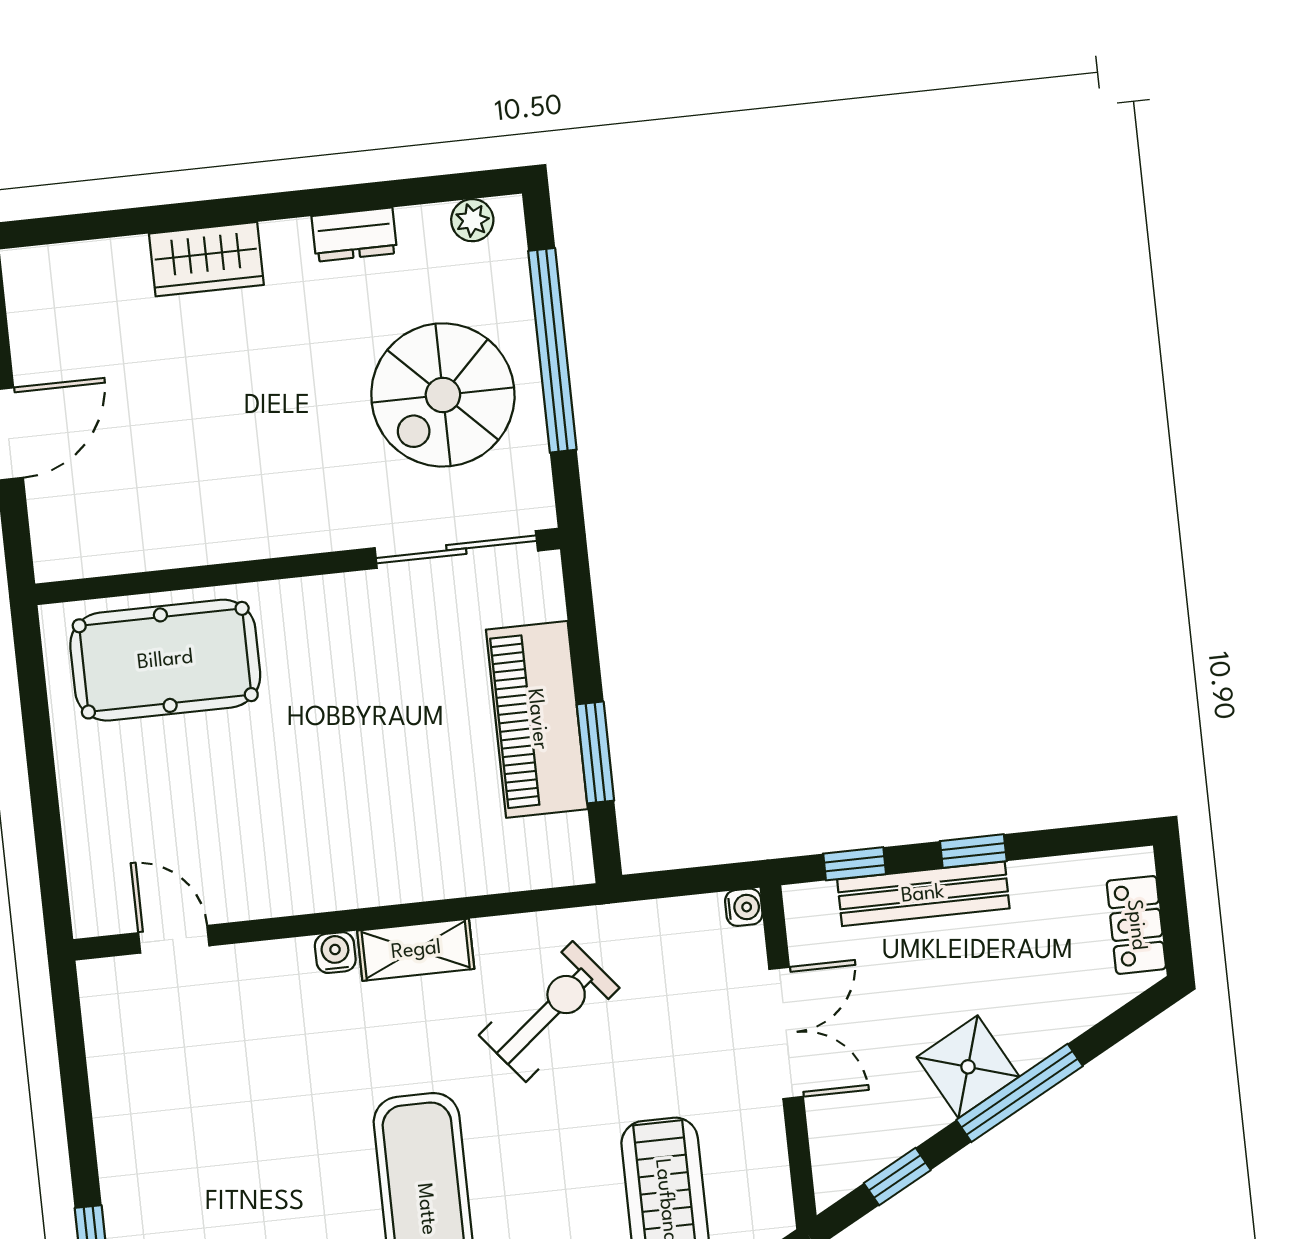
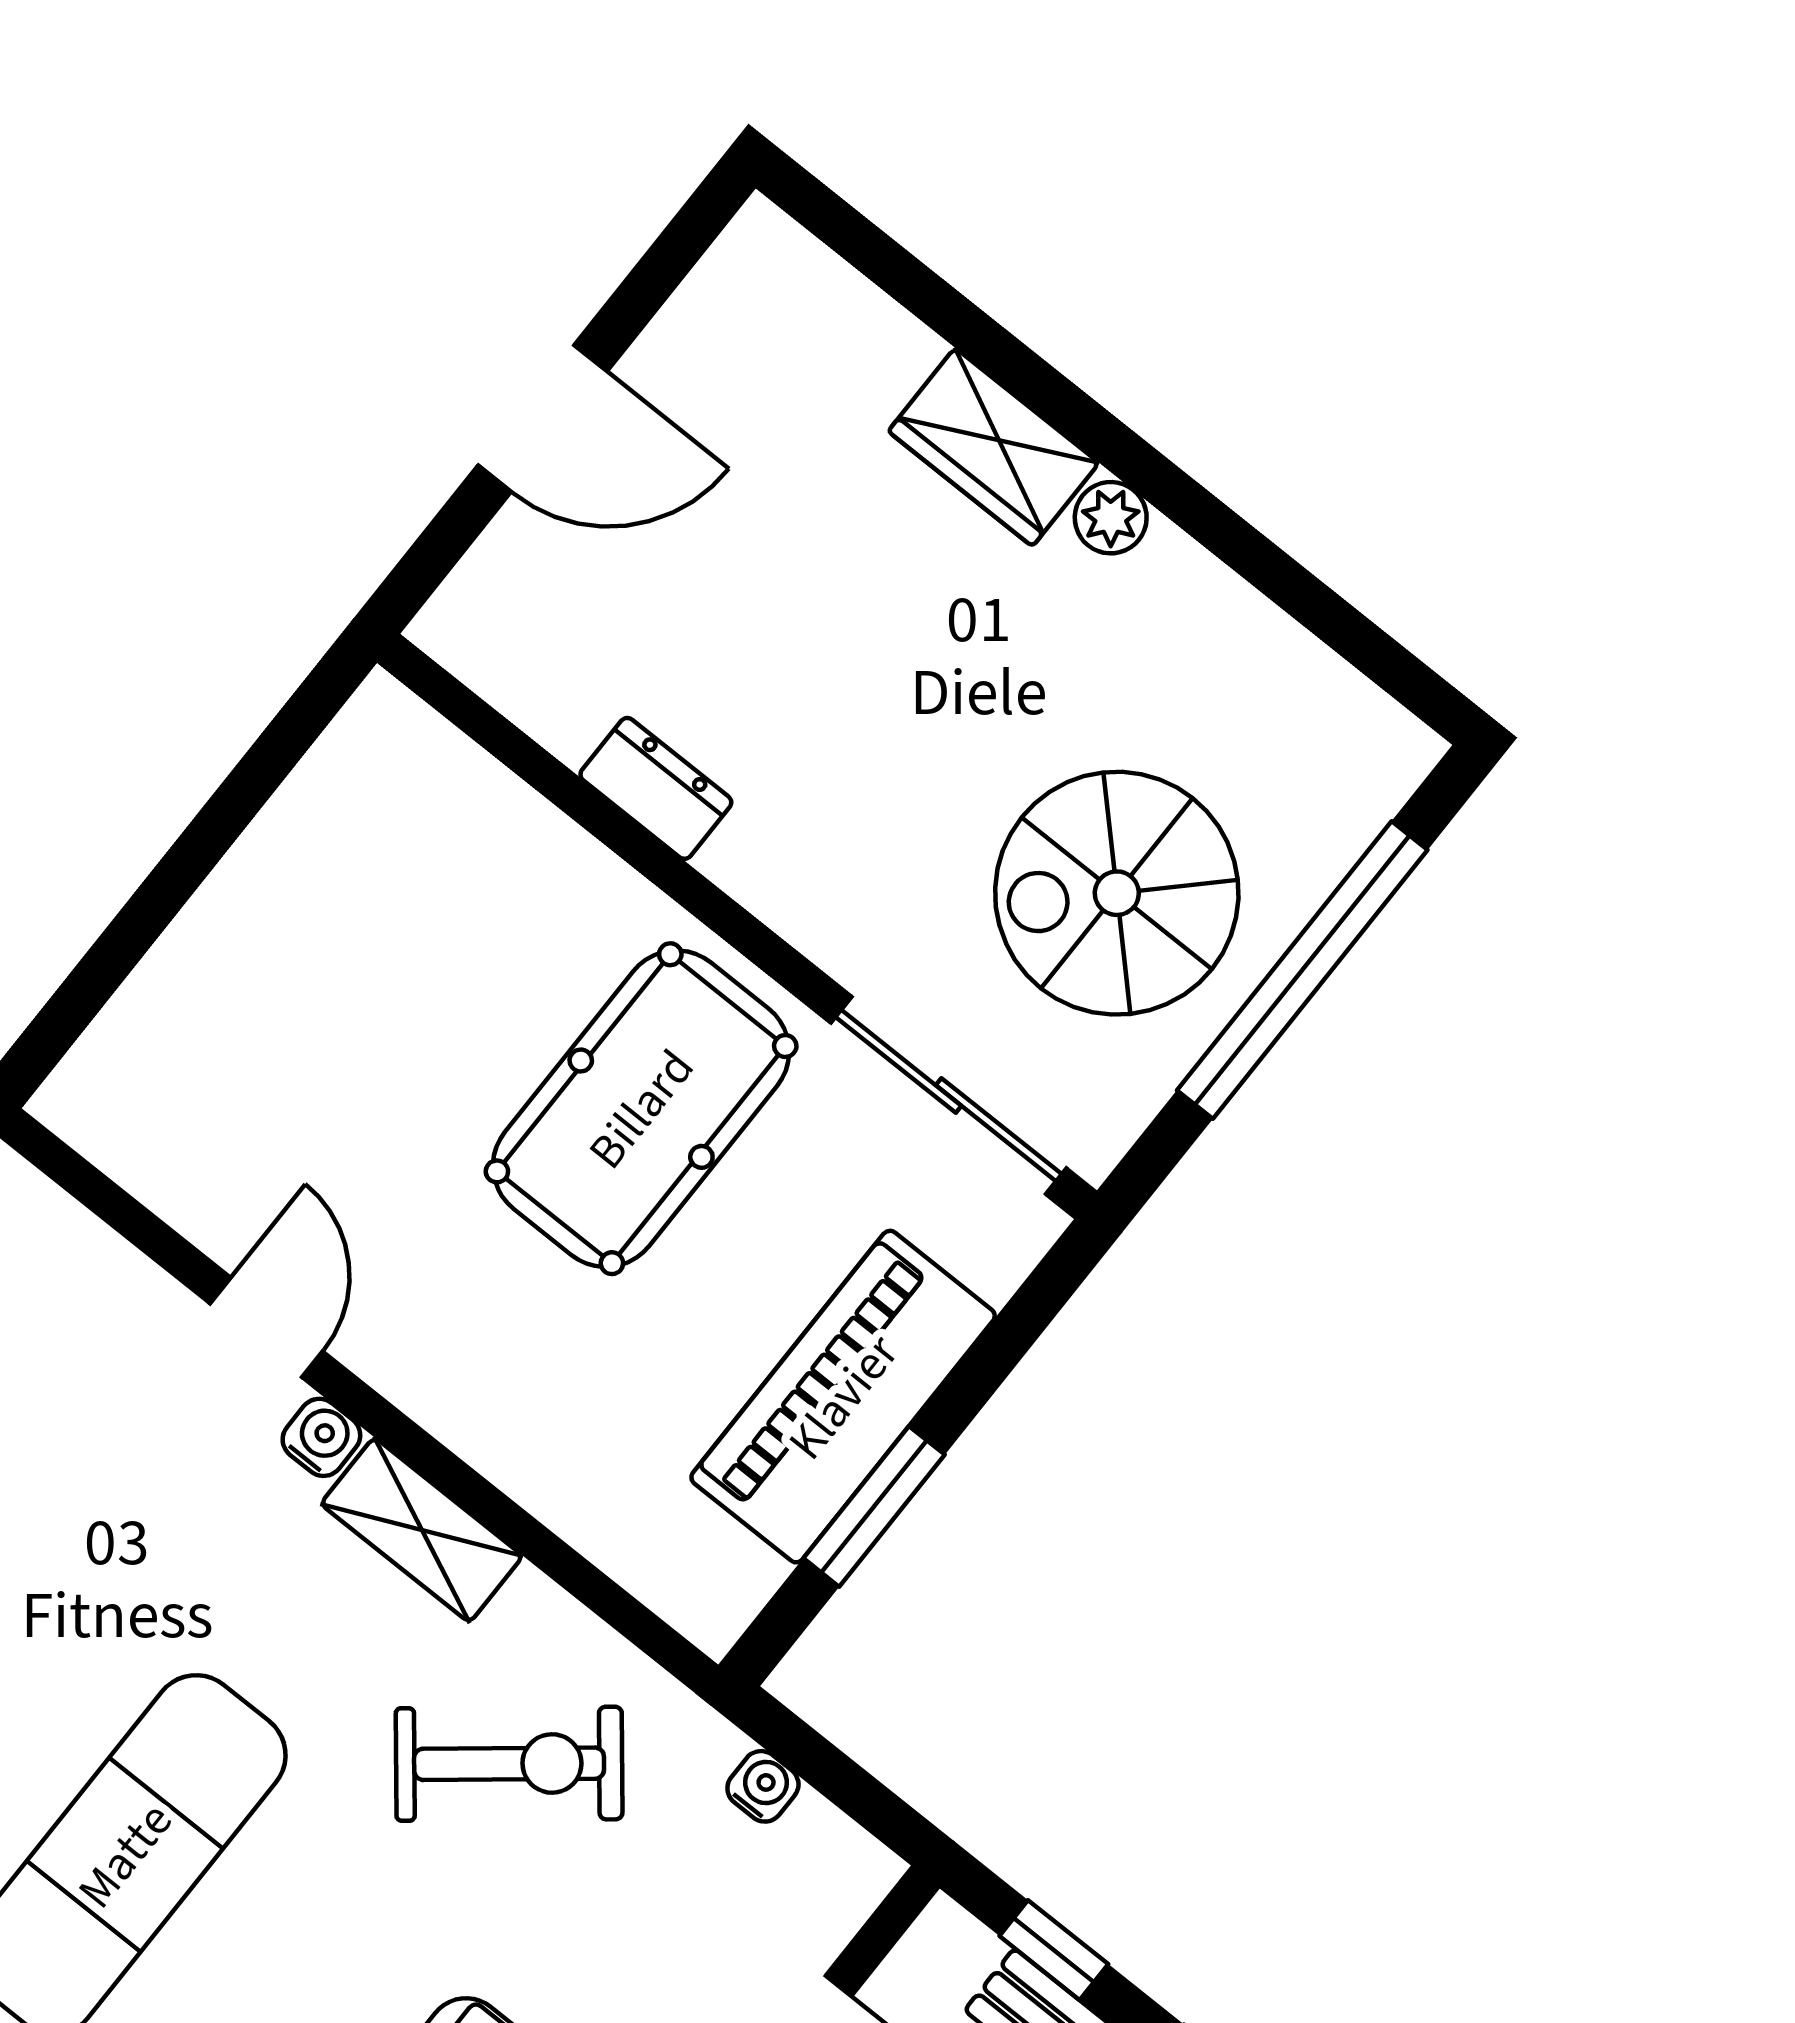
plant: (472, 220) -> (1111, 518), moved
dresser: (354, 235) -> (656, 788), moved, turned 180
pool table: (165, 660) -> (641, 1109), moved, turned 90
water cooler: (744, 907) -> (763, 1786), moved, turned -90
door: (174, 939) -> (266, 1327), moved

